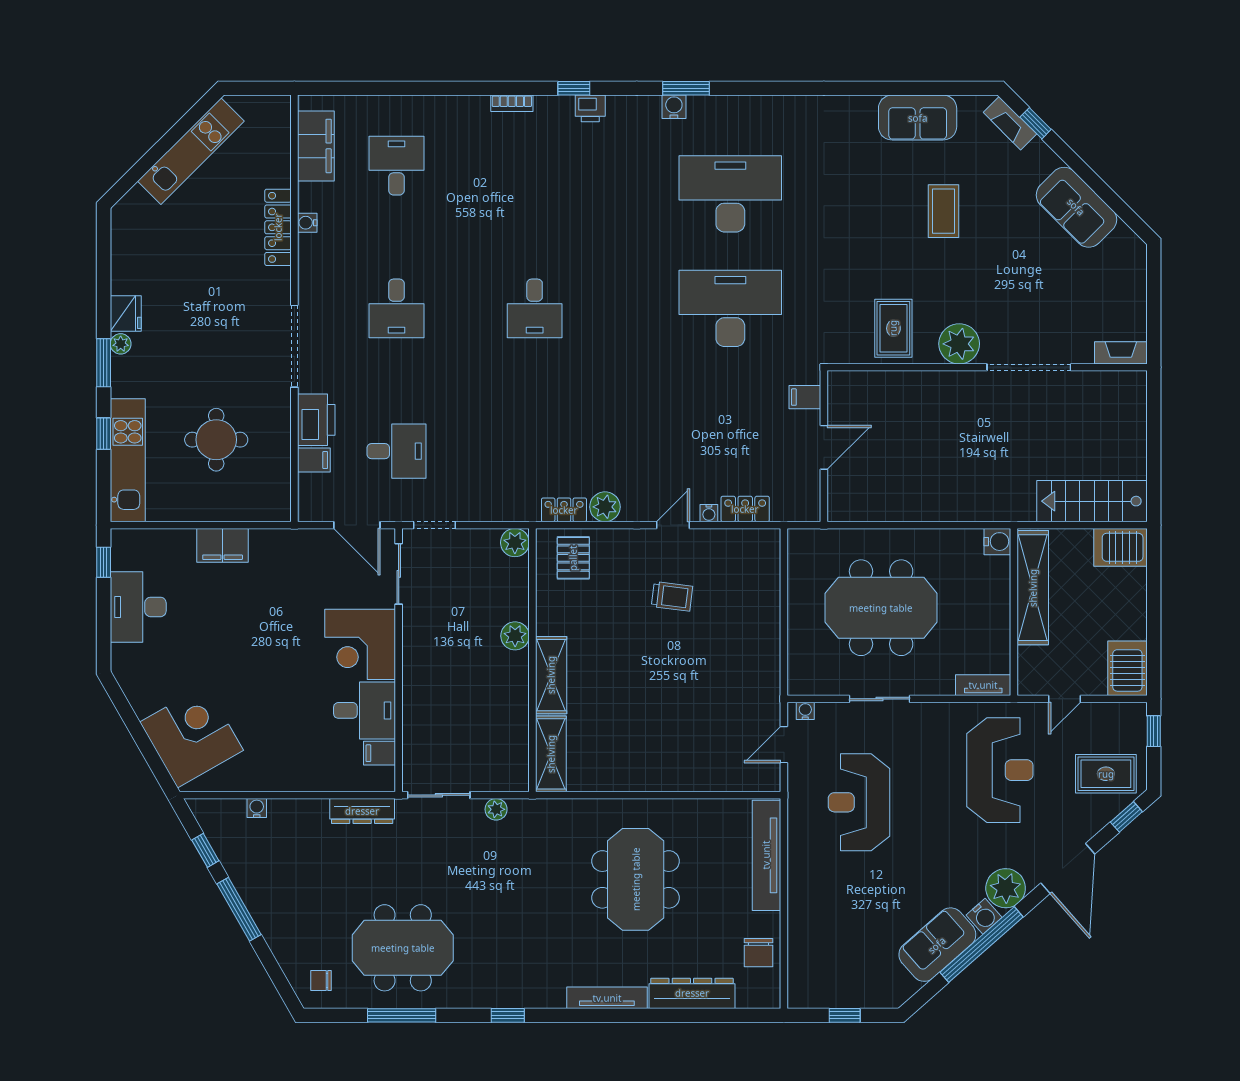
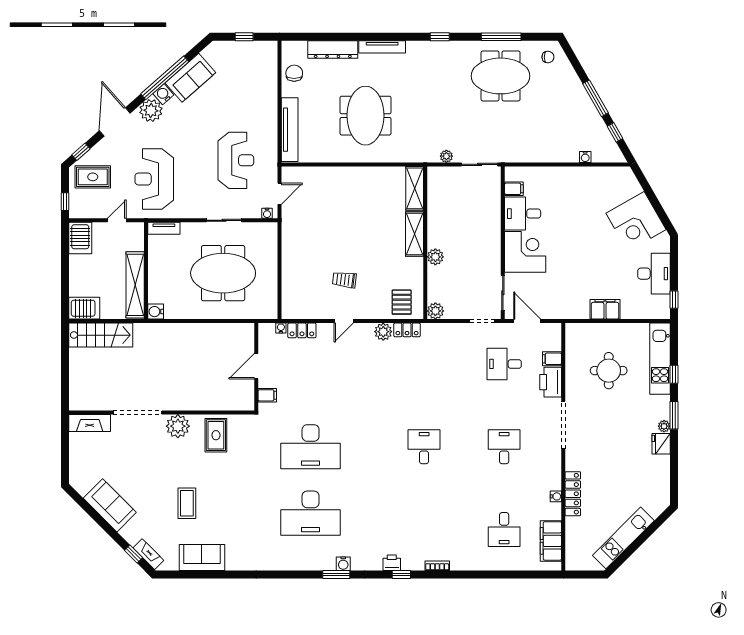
fireplace: (1121, 353) -> (90, 423), width x1.37, depth x1.32
water cooler: (709, 513) -> (281, 328), moved
corner desk: (192, 736) -> (636, 221), moved
dresser: (362, 811) -> (524, 155), removed

